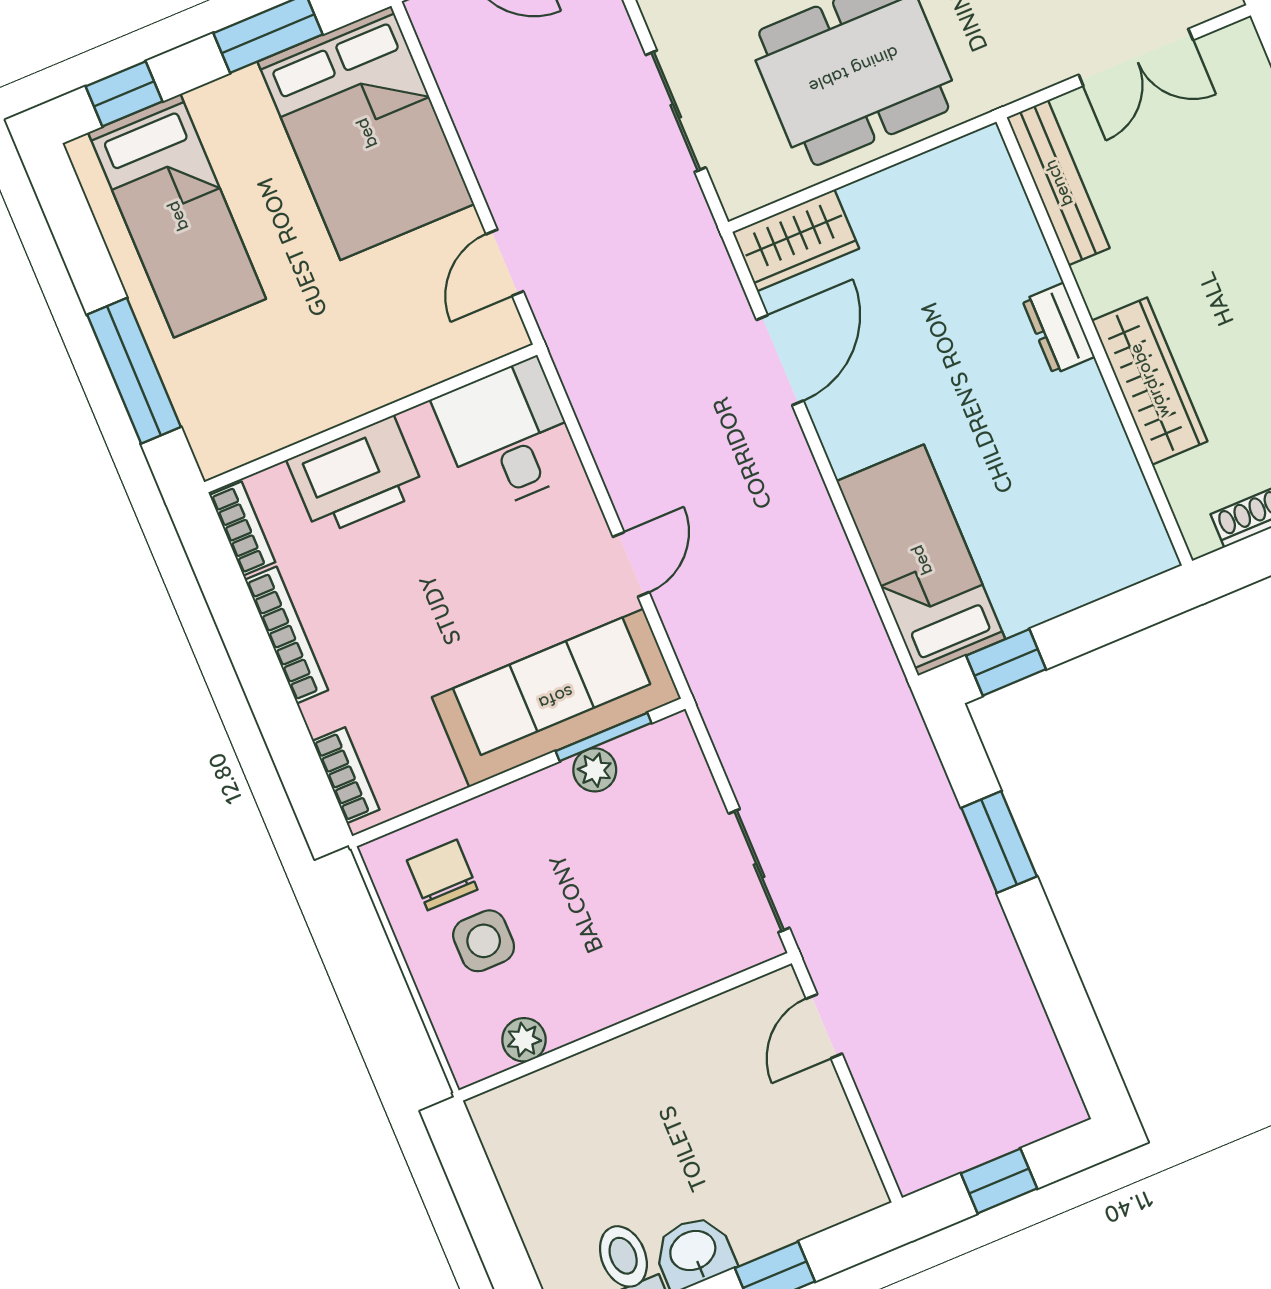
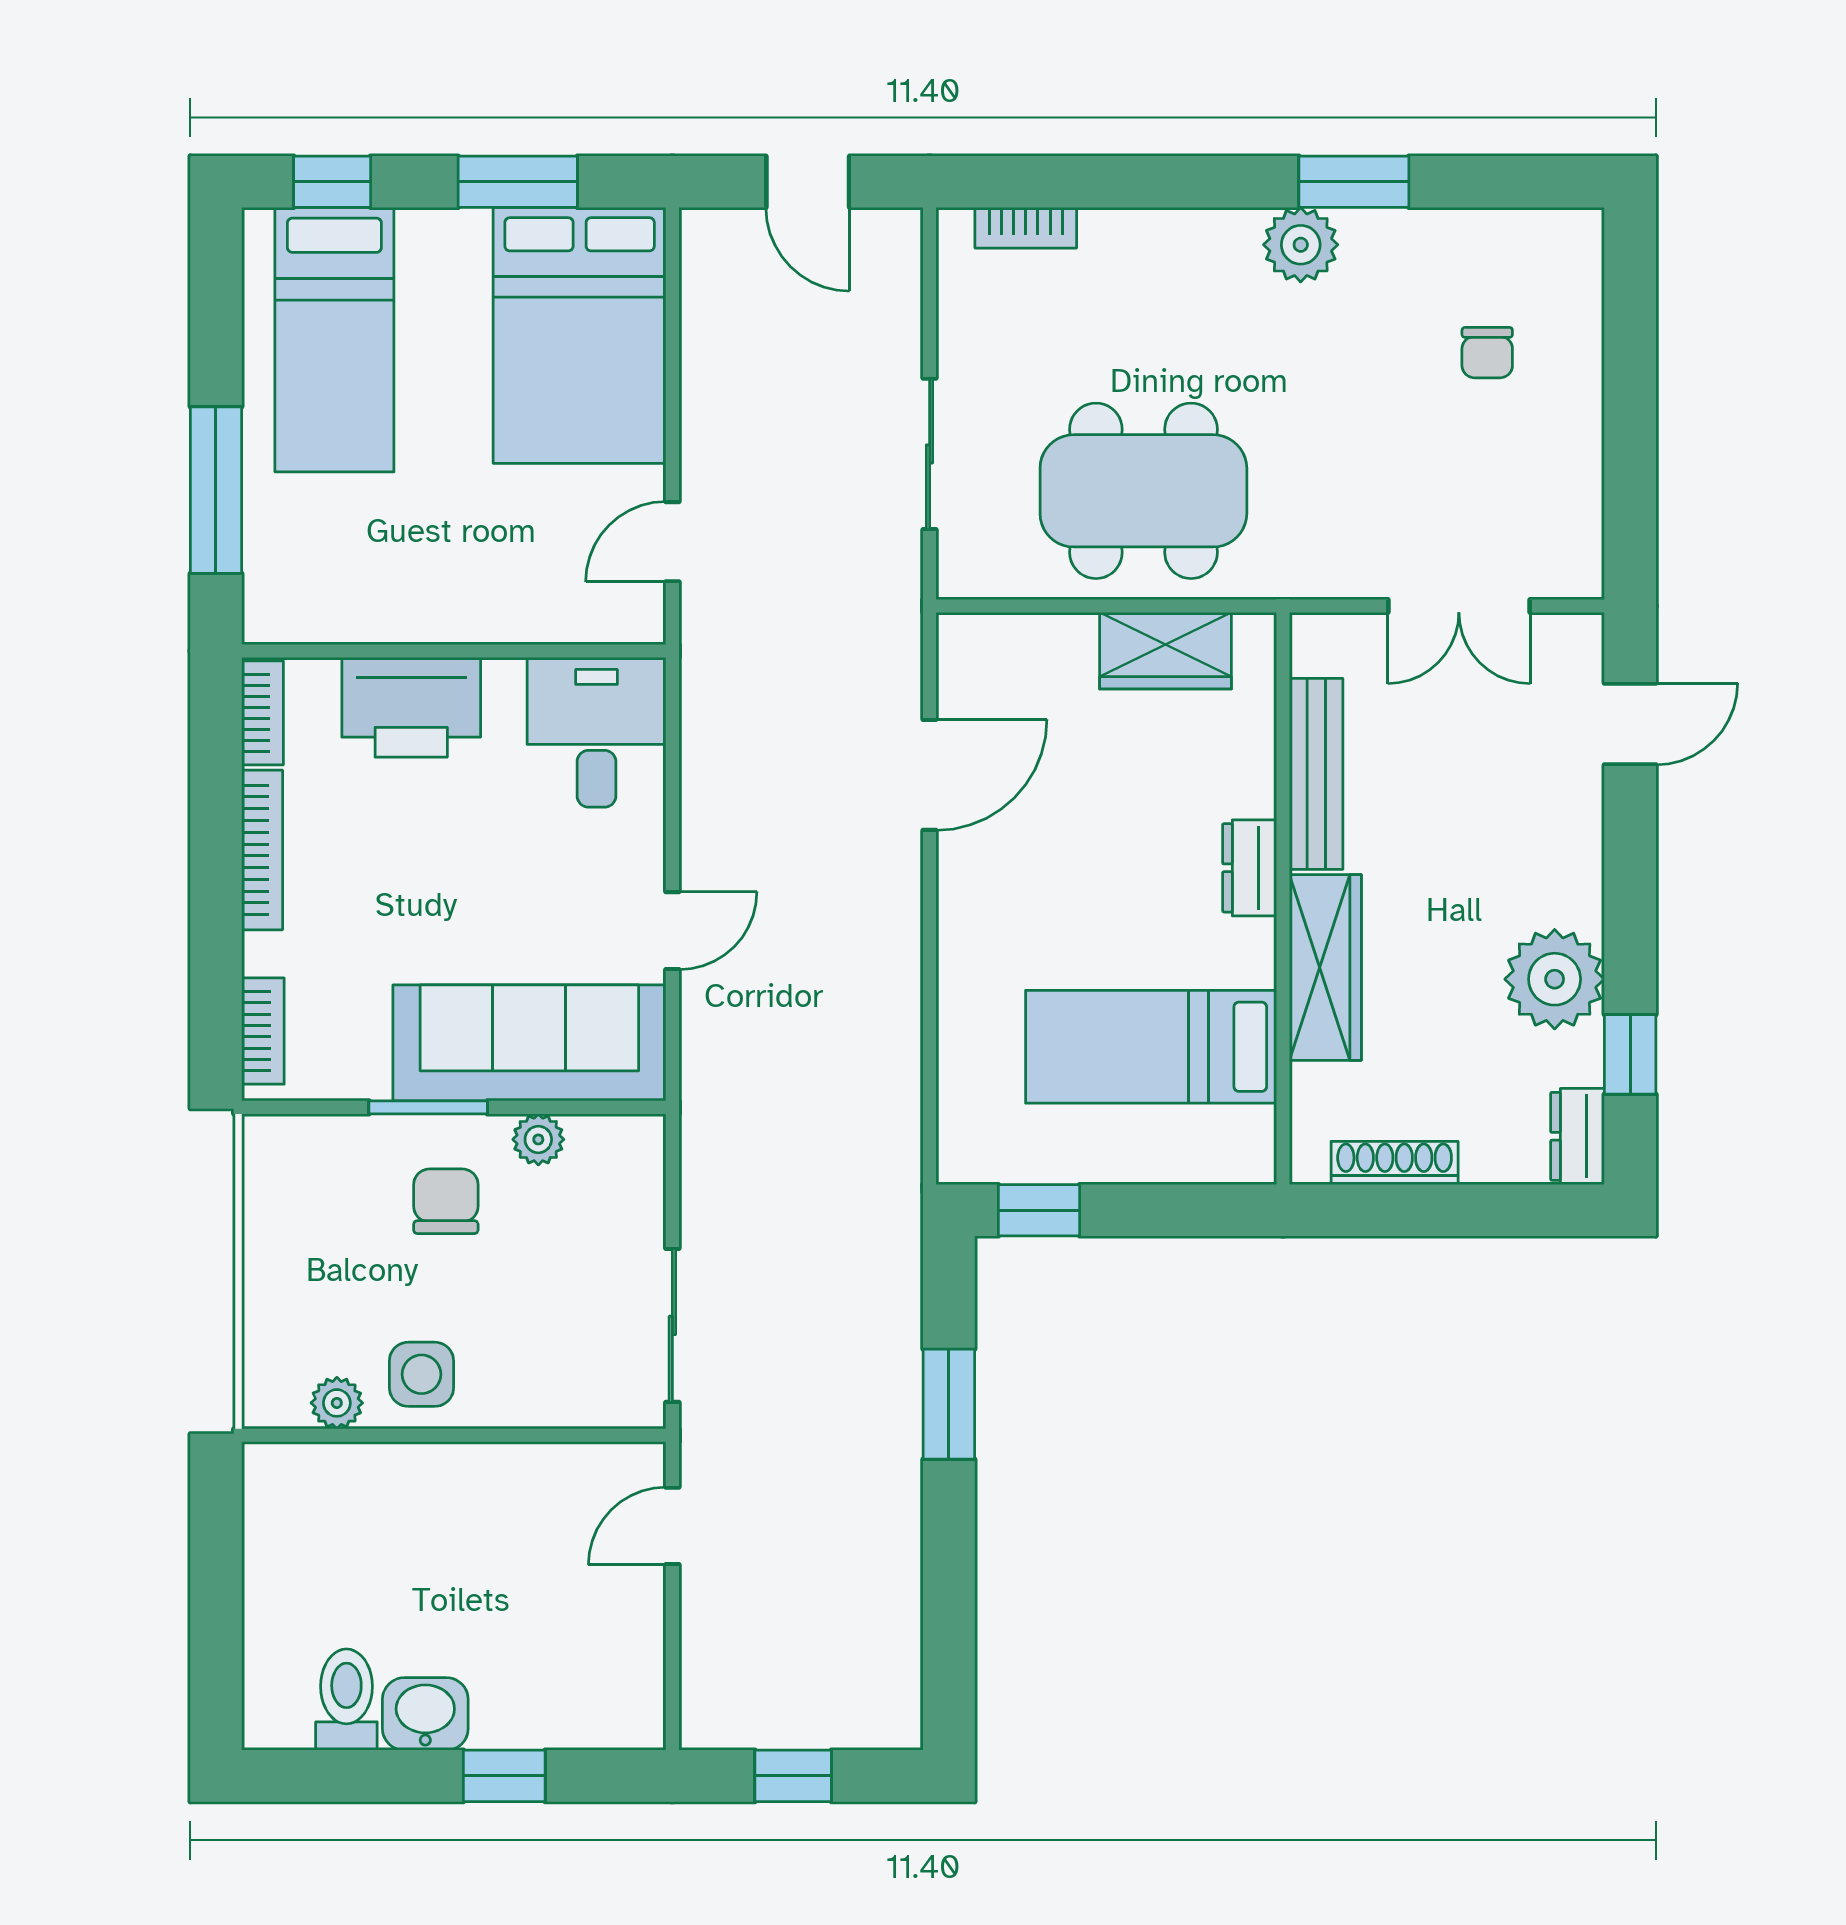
bench: (1058, 183) -> (1316, 774), moved
wardrobe: (796, 240) -> (1166, 651), moved
bed: (921, 560) -> (1151, 1047), moved, turned -90
window: (604, 737) -> (428, 1107), moved
chair: (442, 875) -> (446, 1201), moved
side table: (484, 941) -> (421, 1374), moved

